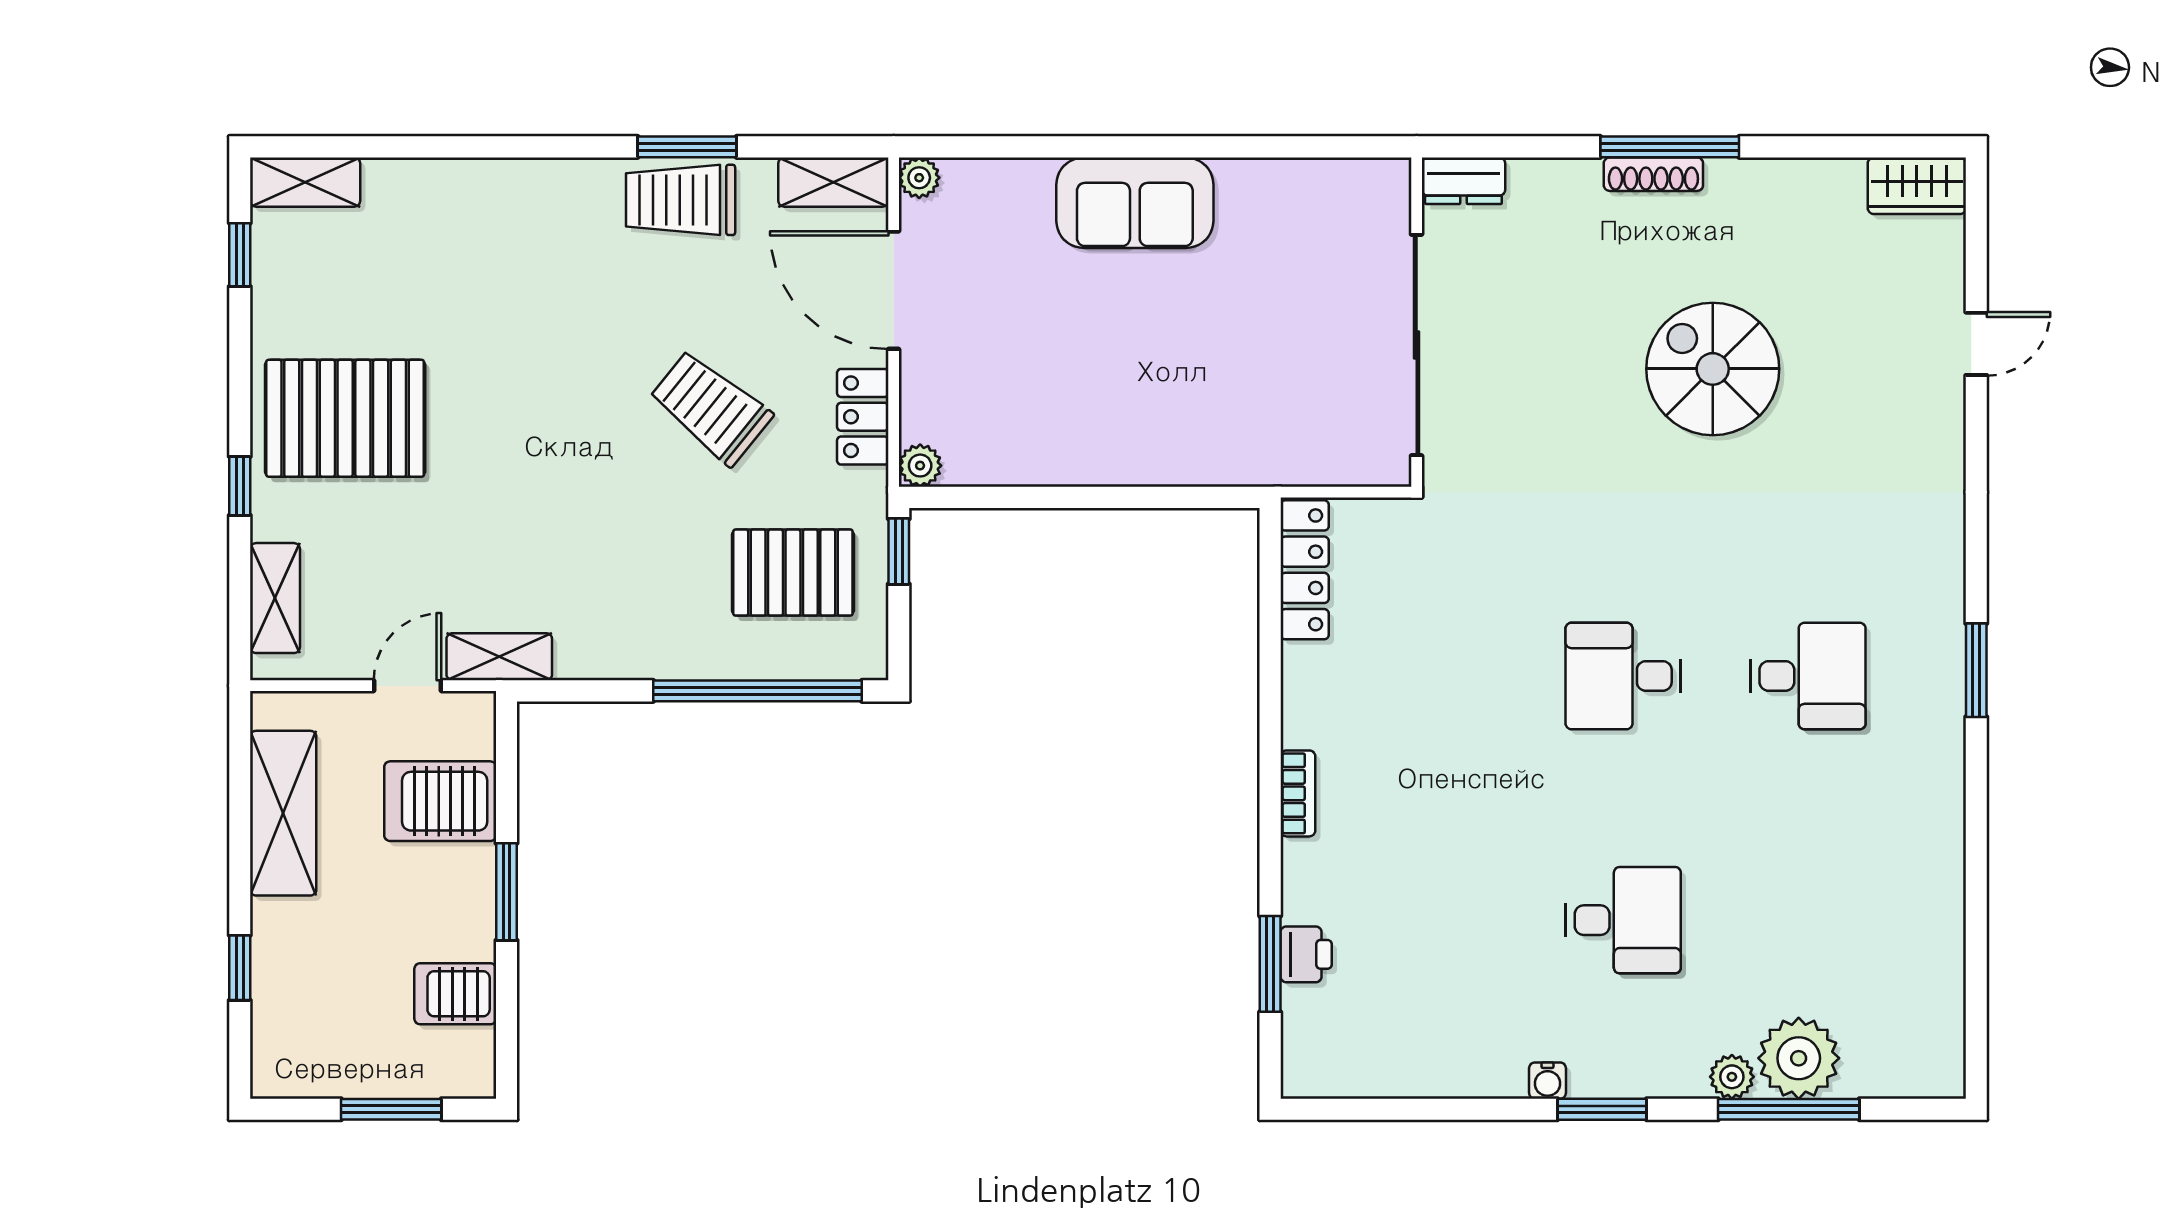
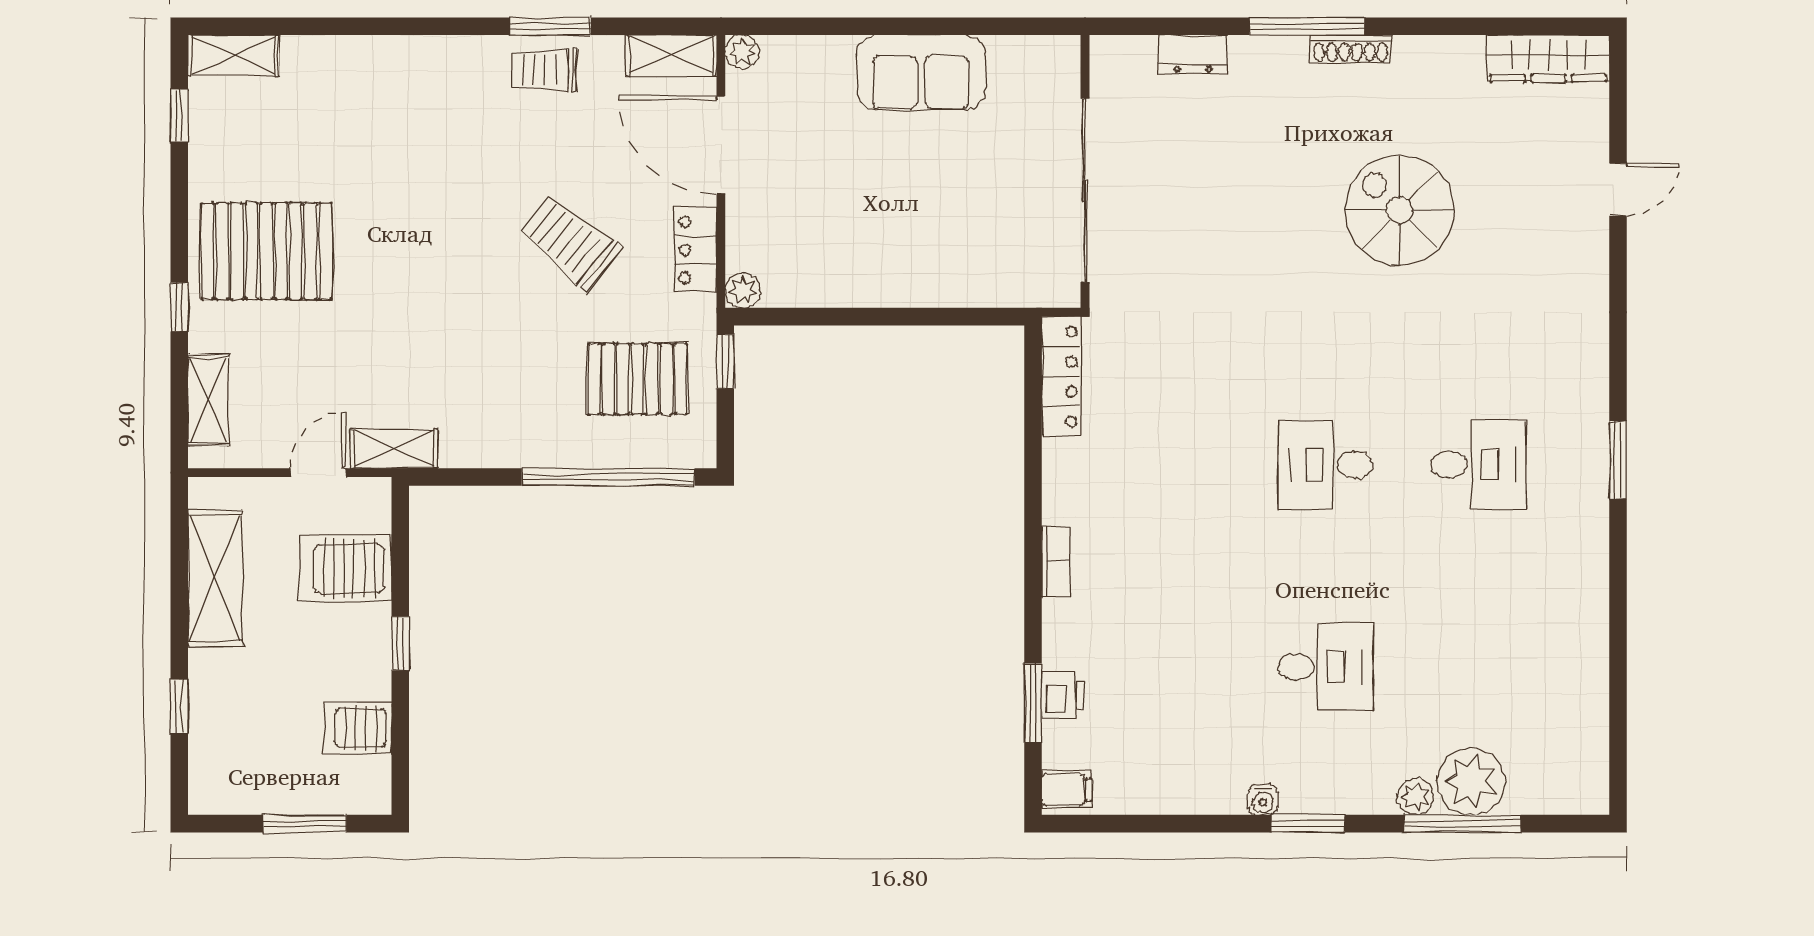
window: (1670, 147) -> (1307, 26), moved
wardrobe: (1917, 186) -> (1548, 58), width x1.50
trolley: (681, 200) -> (544, 70), width x0.73, depth x0.72
wall: (1417, 322) -> (1085, 171), moved
sliding door: (1417, 345) -> (1085, 190), moved
window: (506, 892) -> (400, 643), width x0.67
filing cabinet: (1311, 1068) -> (1067, 790), added

